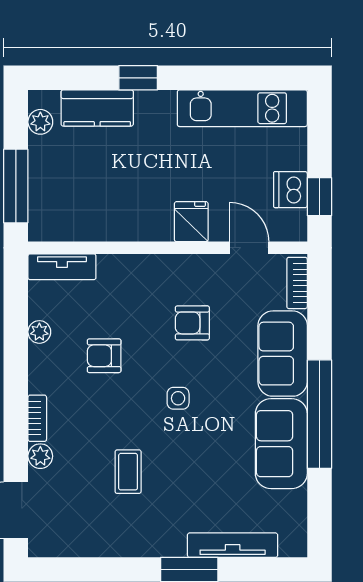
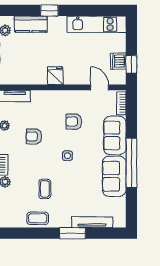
fridge: (191, 222) -> (55, 76), moved
coffee table: (112, 536) -> (38, 218), added

